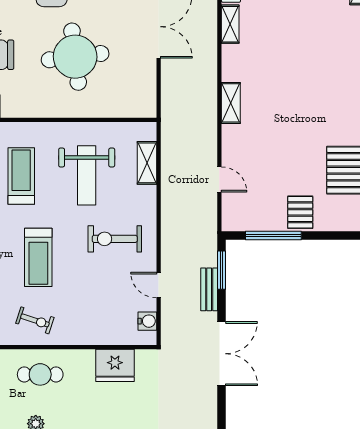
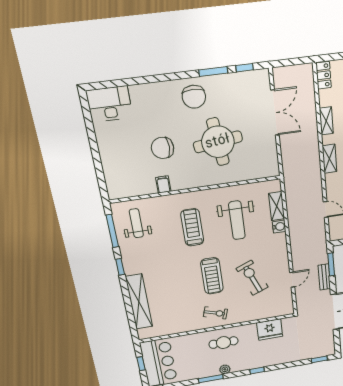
shelving: (230, 24) -> (326, 121), moved
exercise bike: (115, 239) -> (252, 278), moved, turned 68
door: (159, 285) -> (292, 280), swing flipped
water cooler: (147, 321) -> (279, 227), moved

